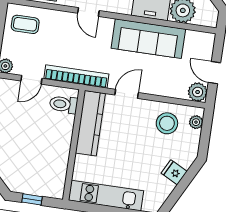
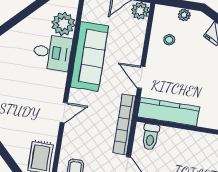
plant: (196, 122) -> (184, 15), moved
stool: (167, 123) -> (169, 40), width x0.53, depth x0.53

